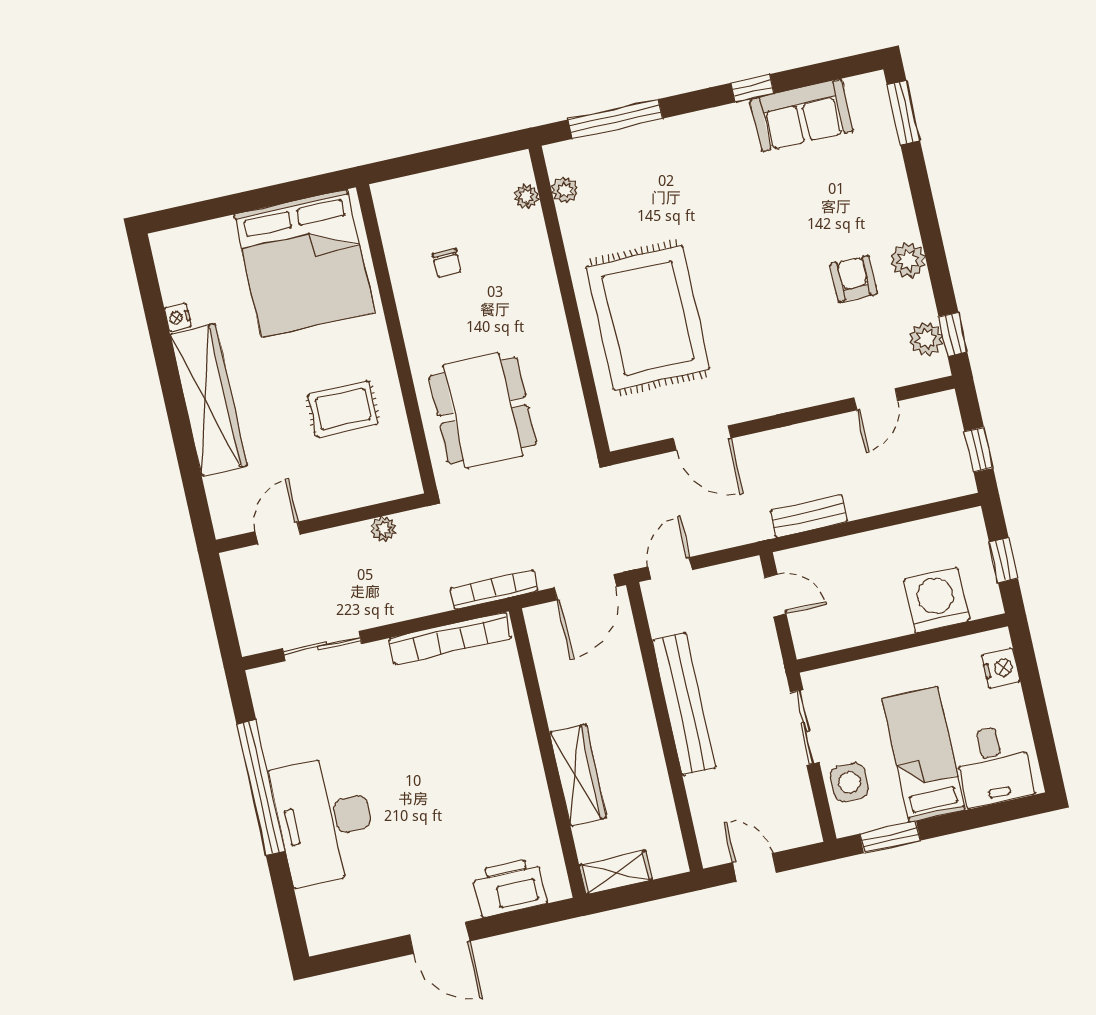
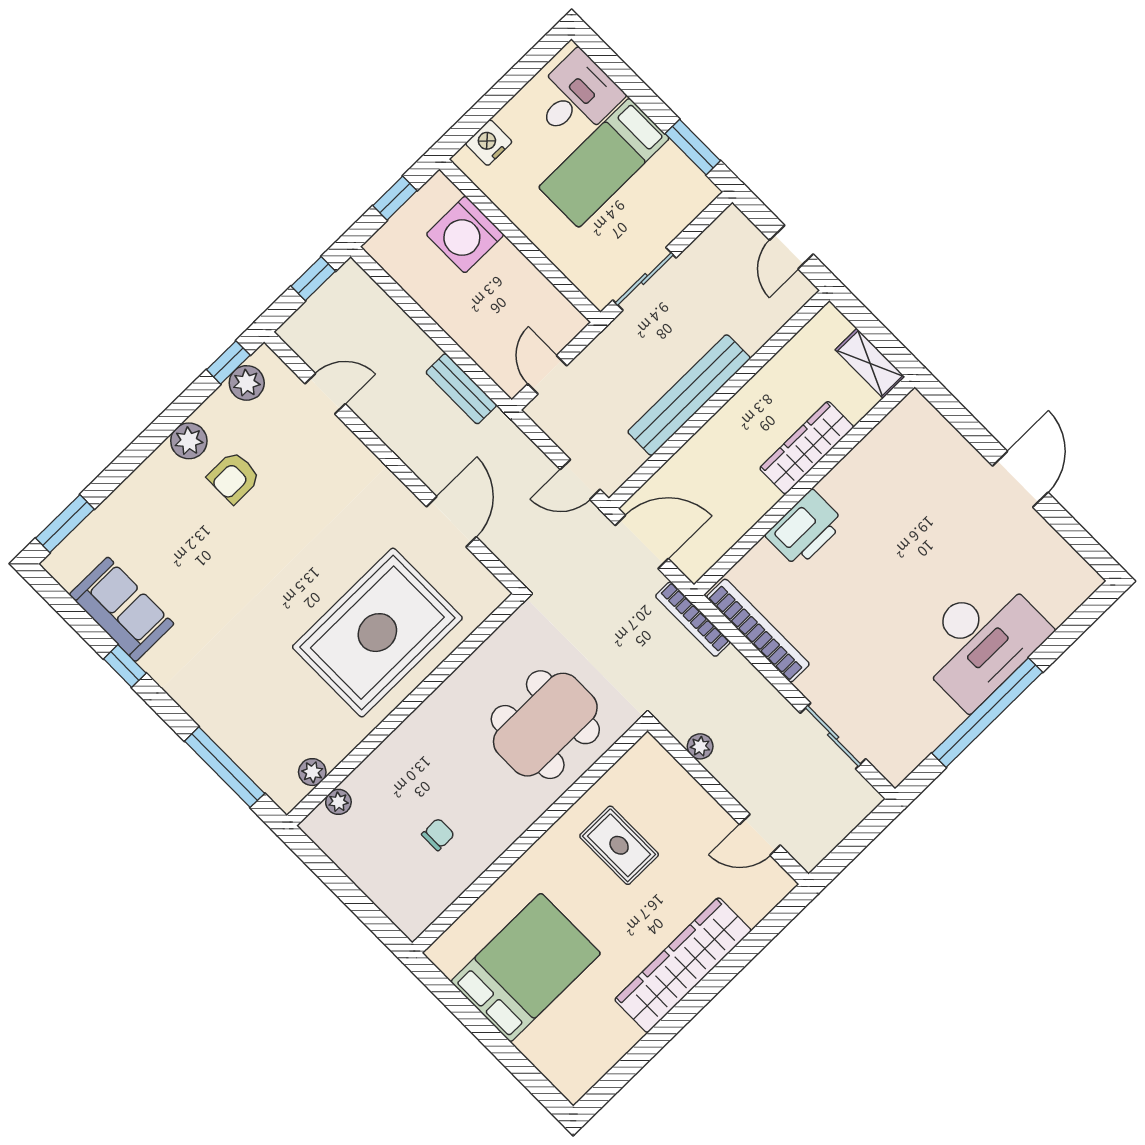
bed: (304, 263) -> (526, 967), width x0.73
nightstand: (178, 317) -> (629, 1036), removed
side table: (849, 782) -> (668, 211), removed
printer: (510, 887) -> (805, 529), moved, turned -90

